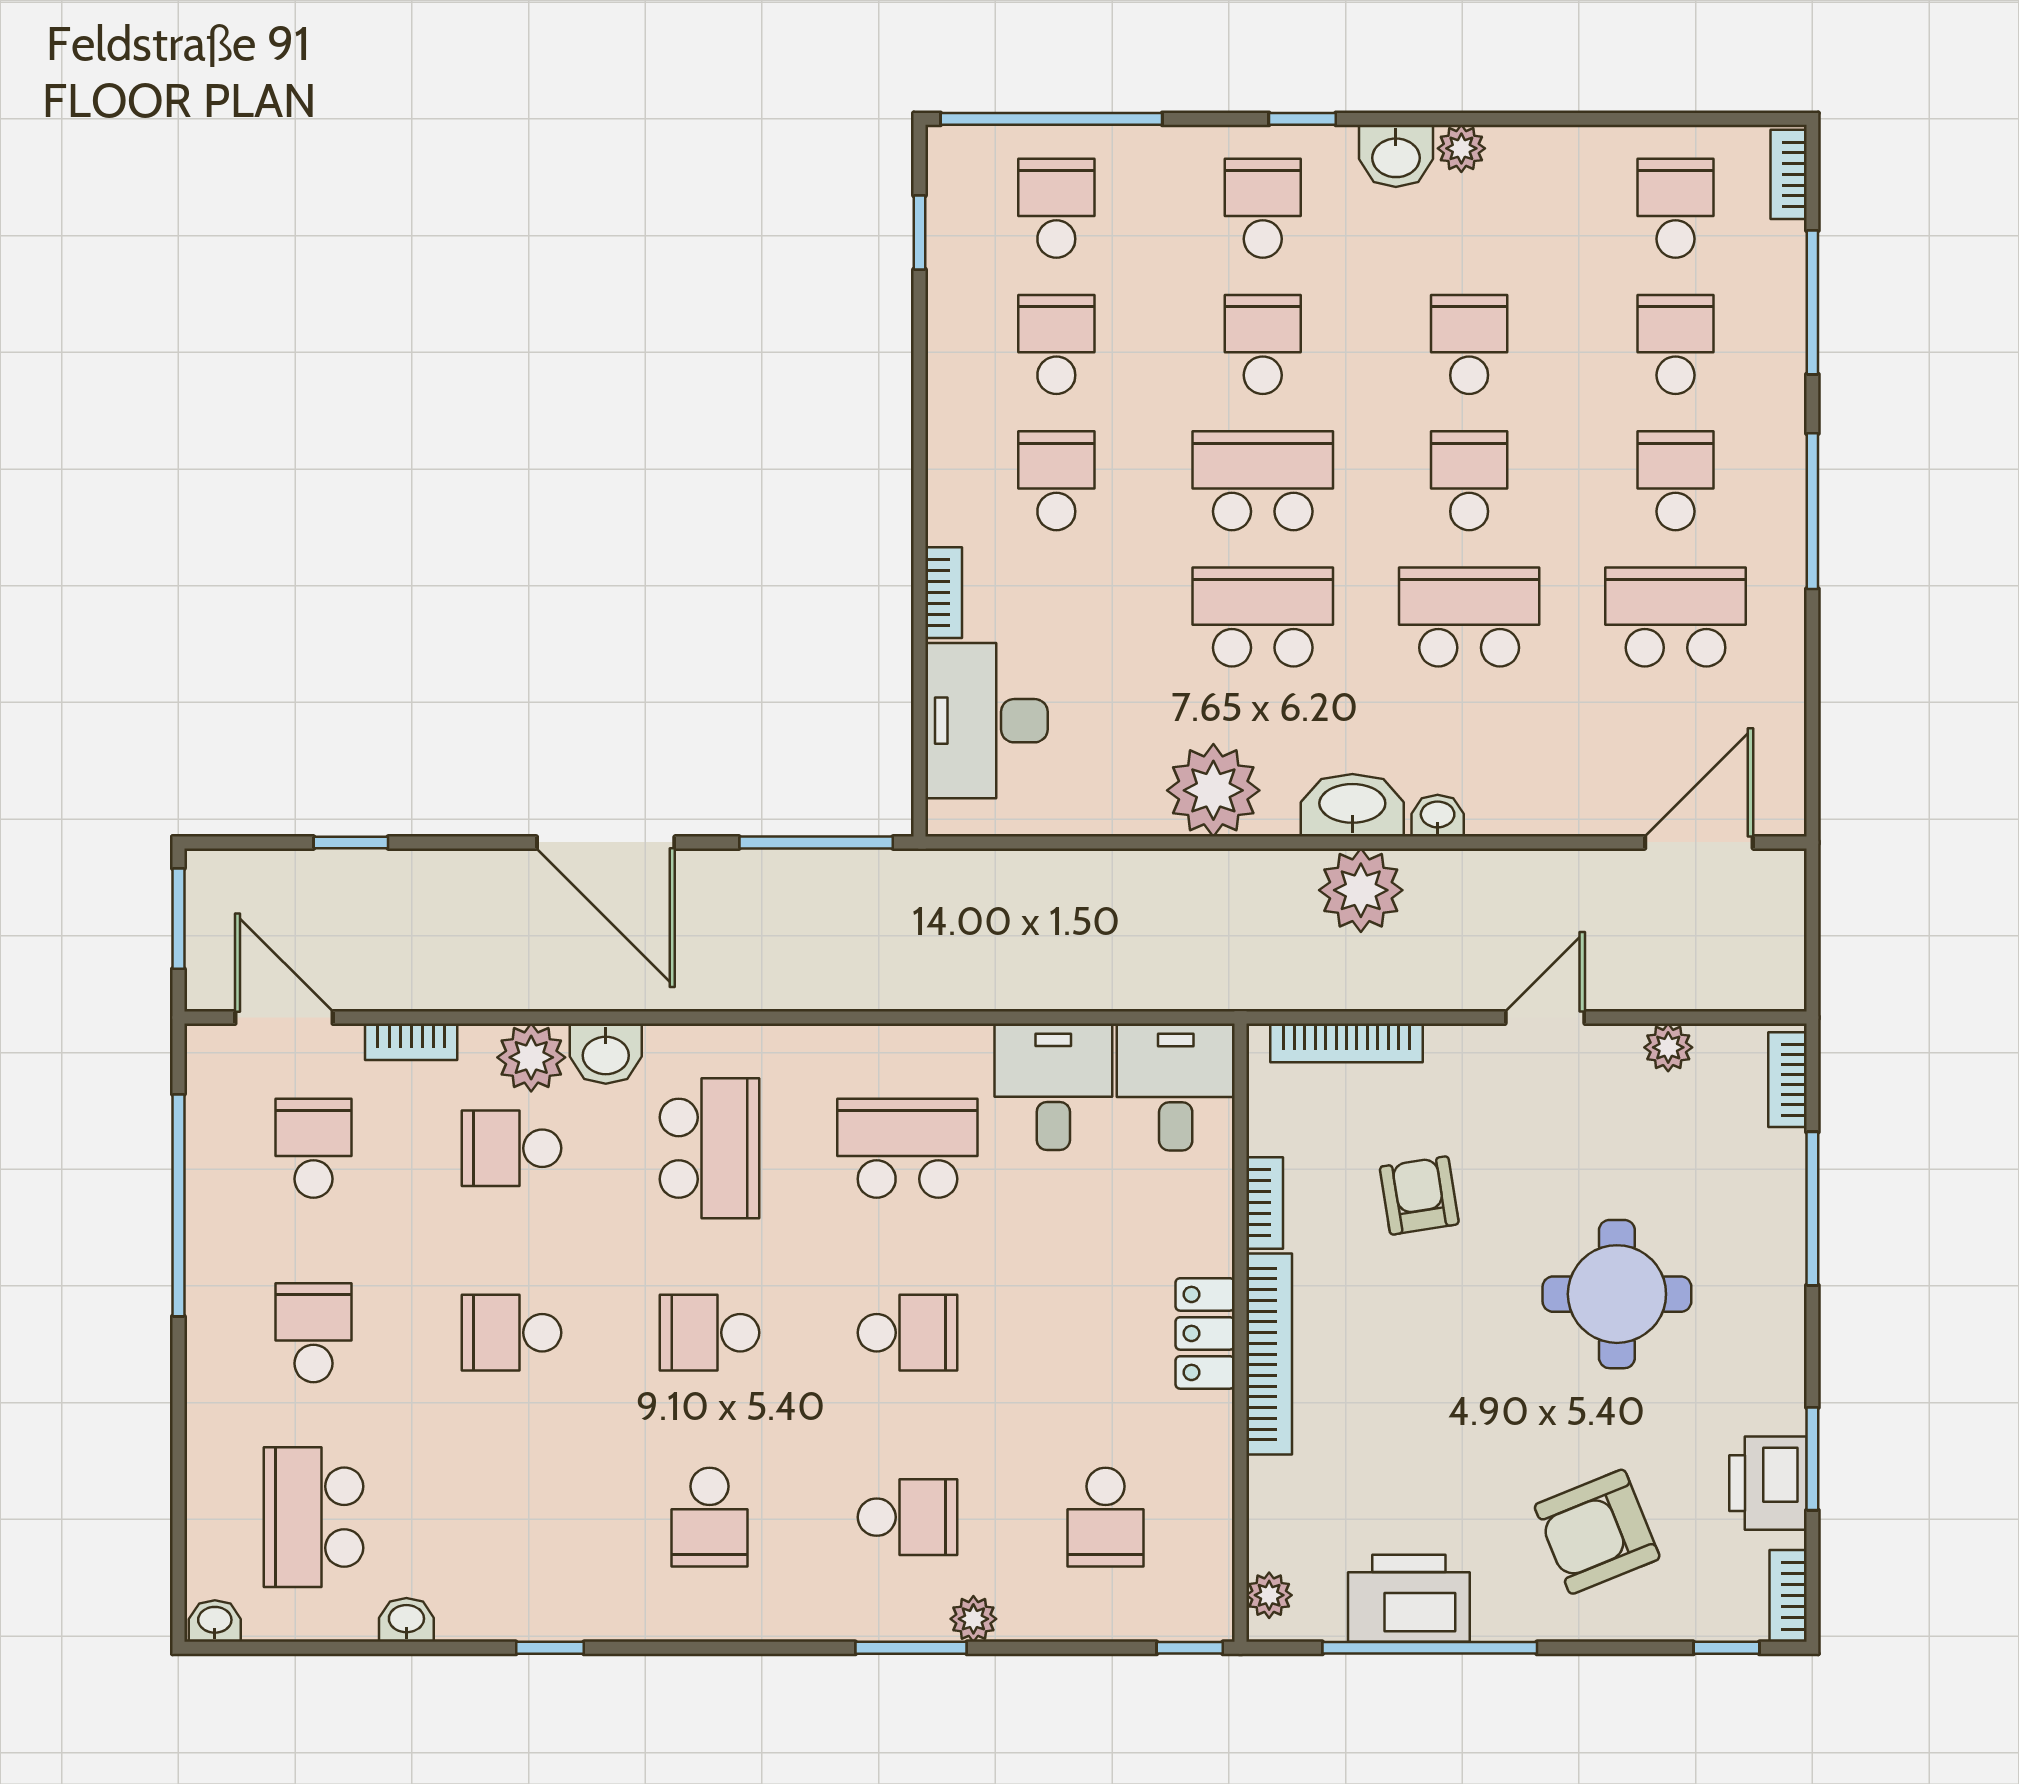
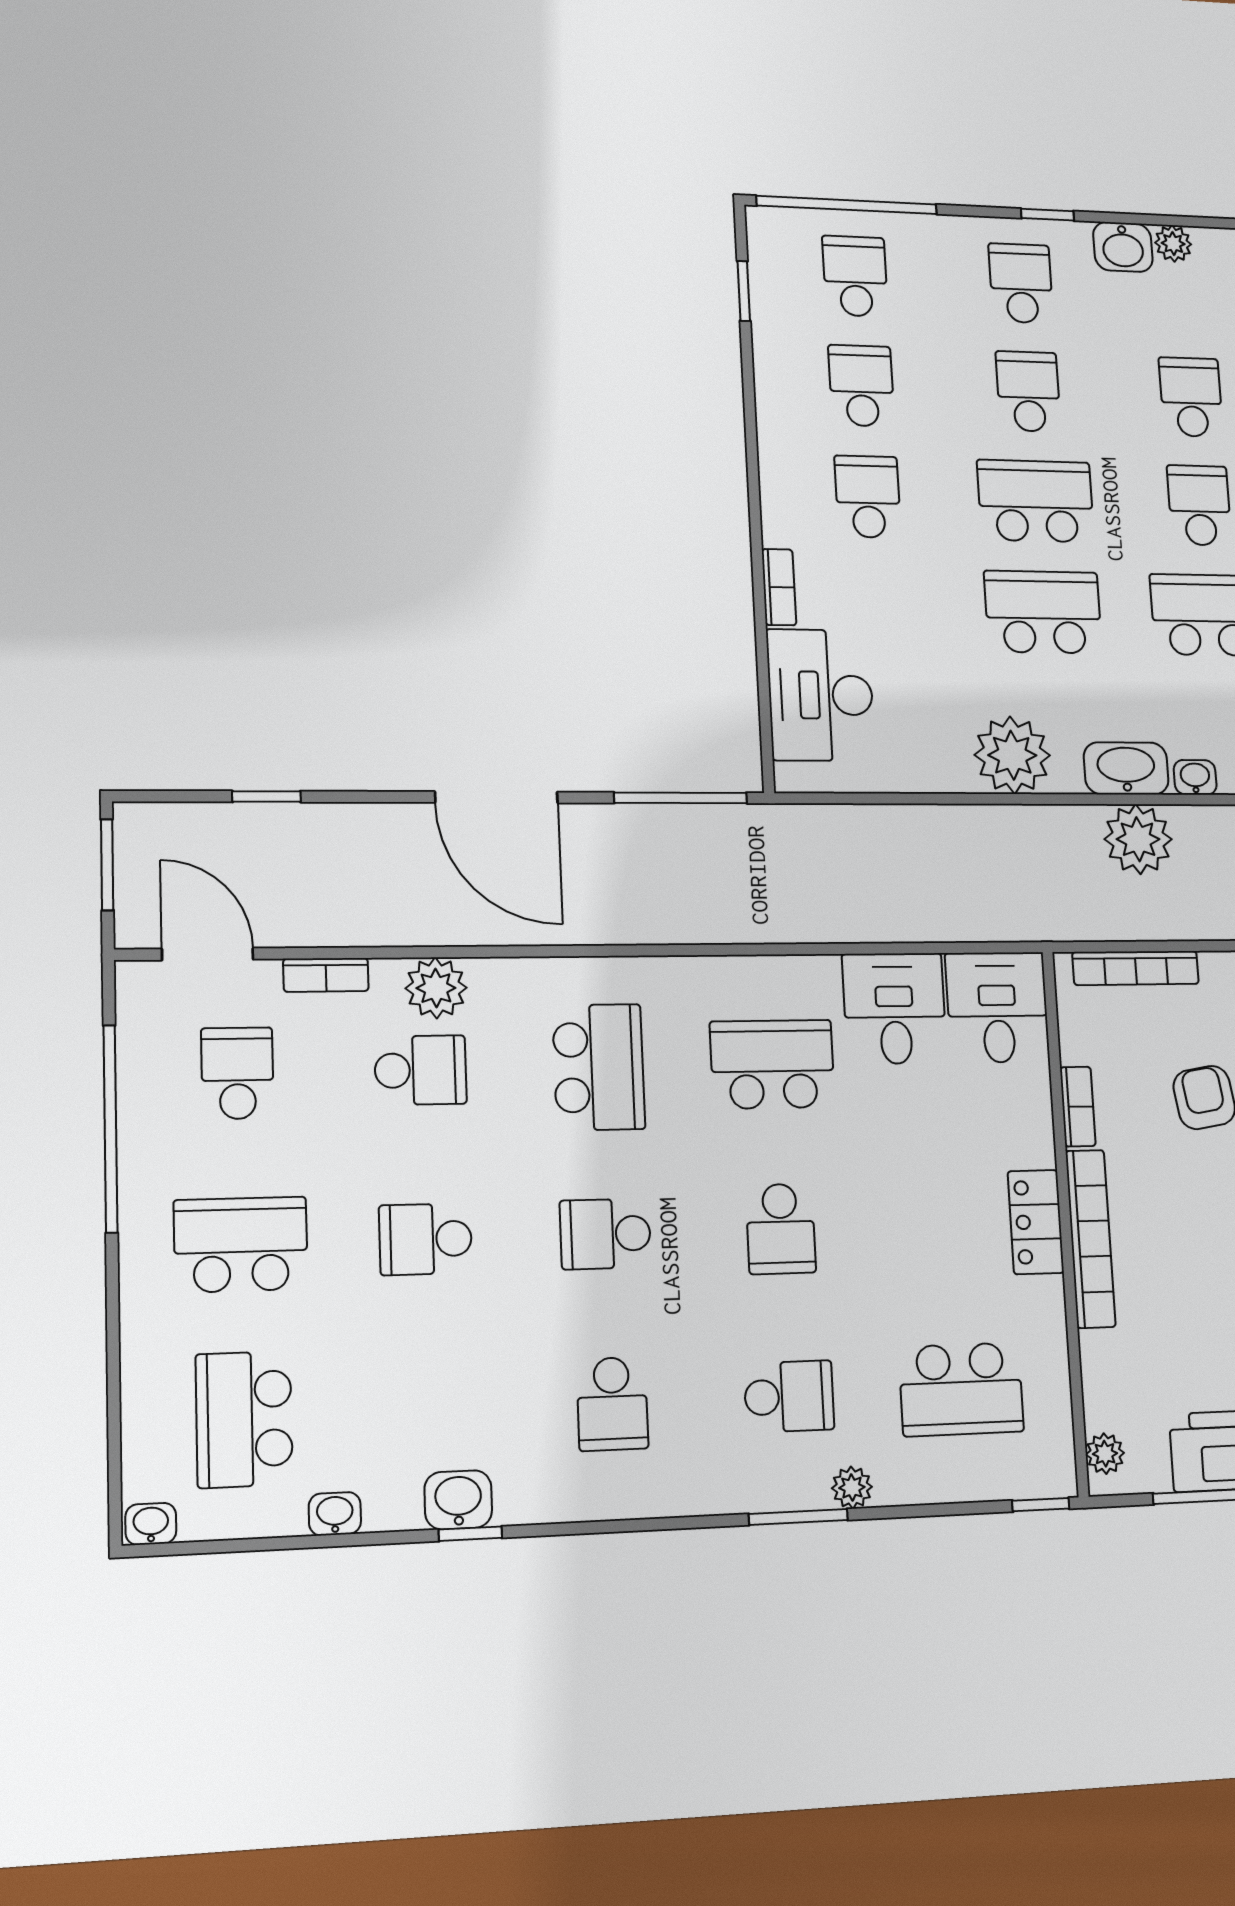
washbasin: (606, 1054) -> (458, 1500), moved, turned 180
school desk: (511, 1148) -> (420, 1070), turned 180
school desk: (313, 1333) -> (241, 1245), width x1.85
school desk: (907, 1333) -> (781, 1229), turned 90
school desk: (1105, 1517) -> (961, 1389), width x1.85

